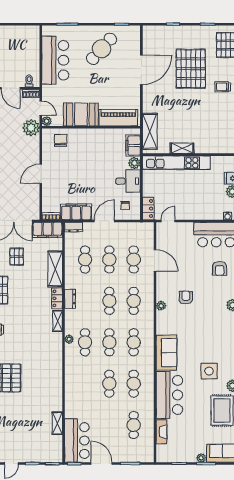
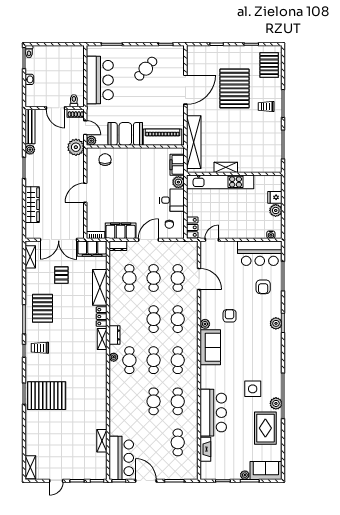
cafe table: (102, 49) -> (146, 69), width x0.73, depth x0.74
shelving: (150, 131) -> (194, 142), width x1.47
dresser: (70, 299) -> (115, 335), moved
sofa: (166, 353) -> (210, 347), moved

